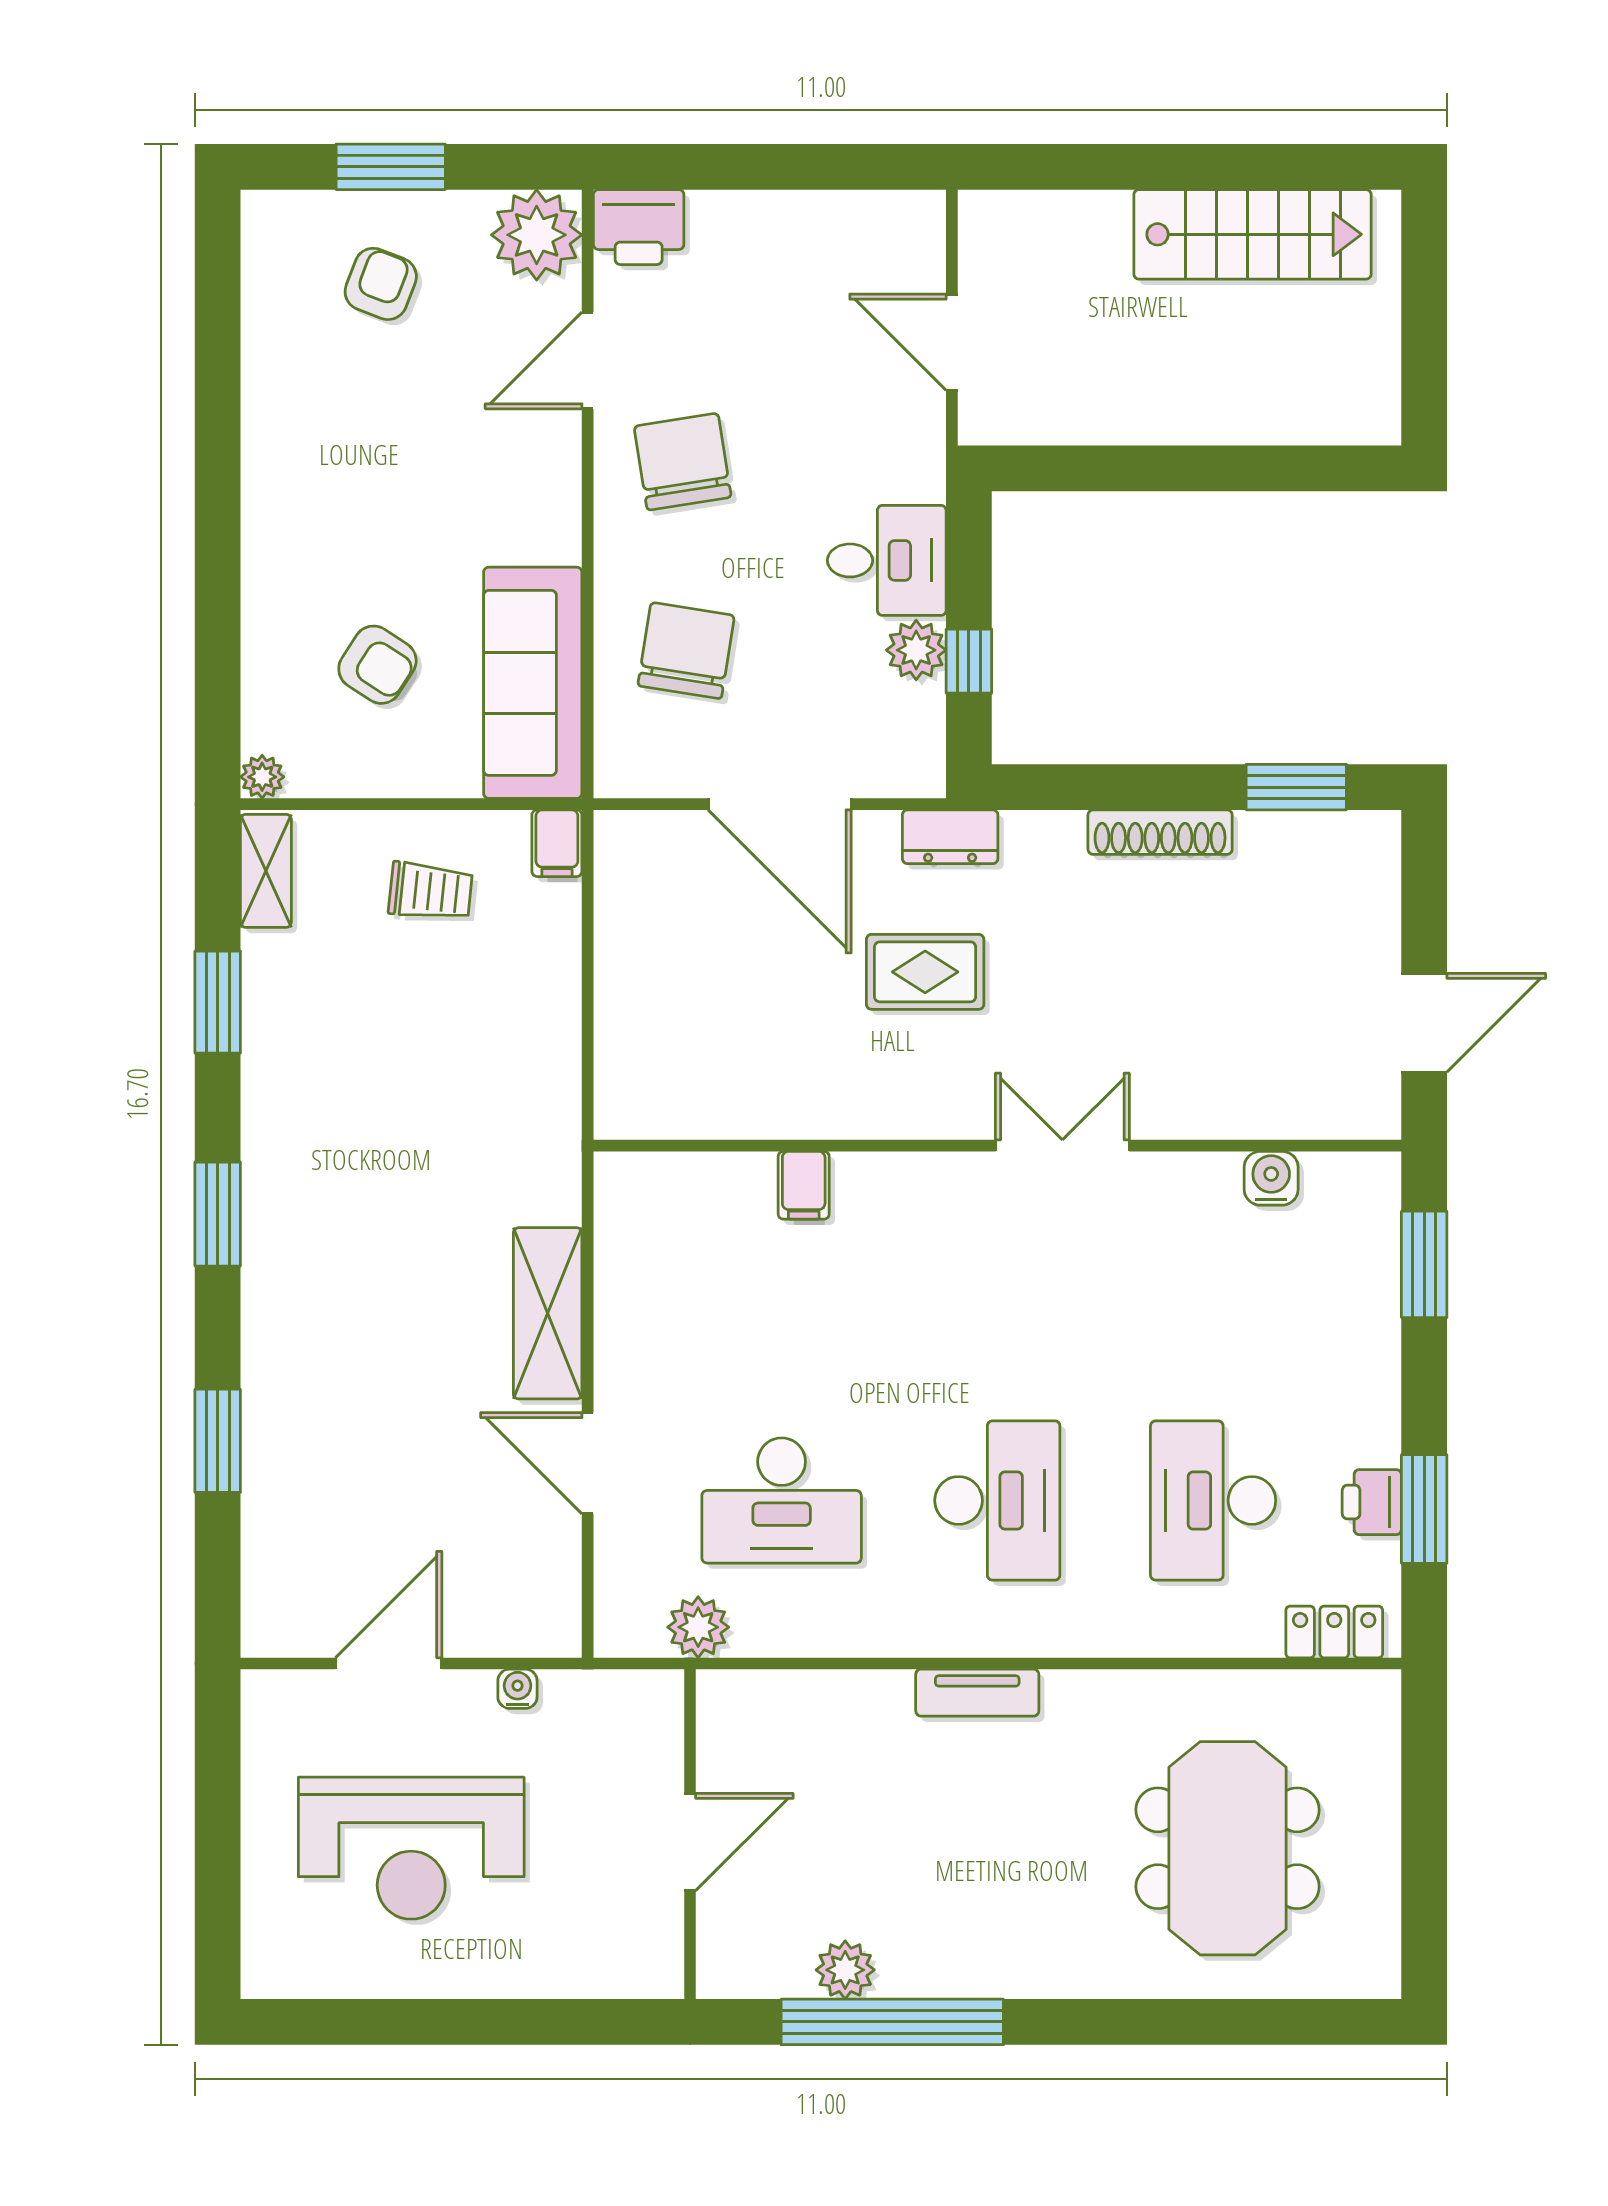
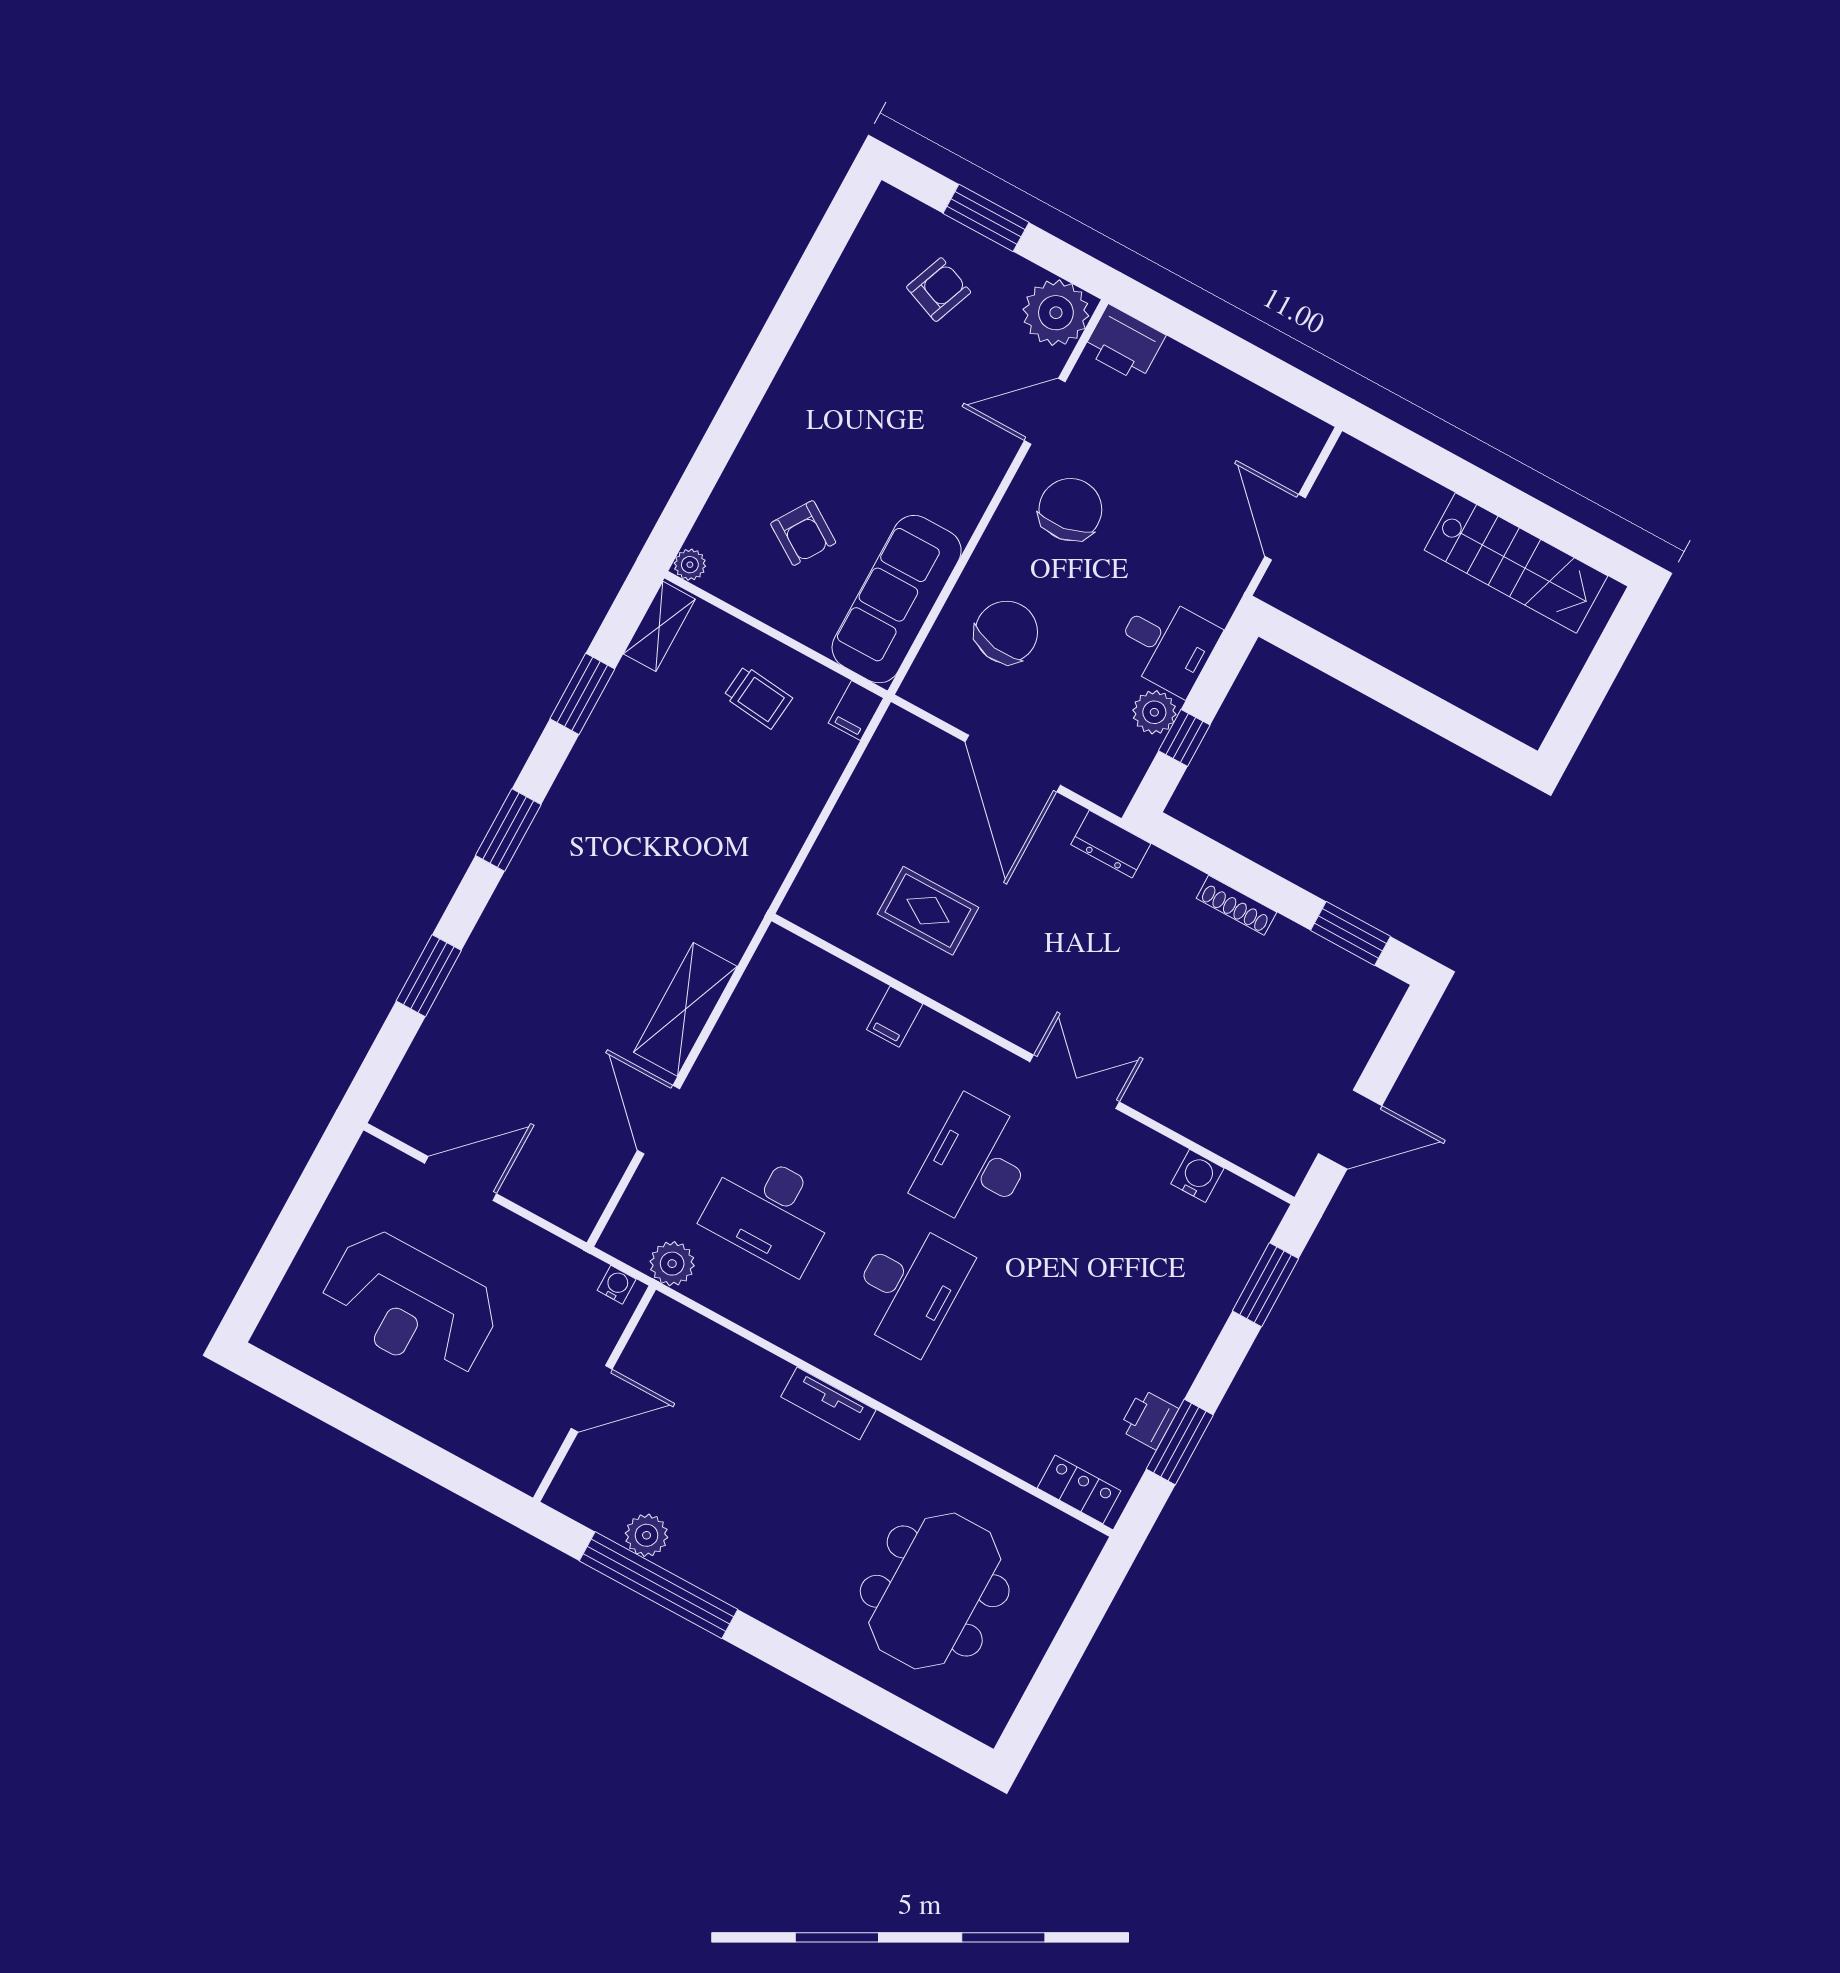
shoe rack: (1160, 832) -> (1236, 905), width x0.74, depth x0.81
rug: (925, 972) -> (928, 911), moved
desk: (1213, 1500) -> (976, 1164), moved
water cooler: (517, 1689) -> (617, 1285), moved

